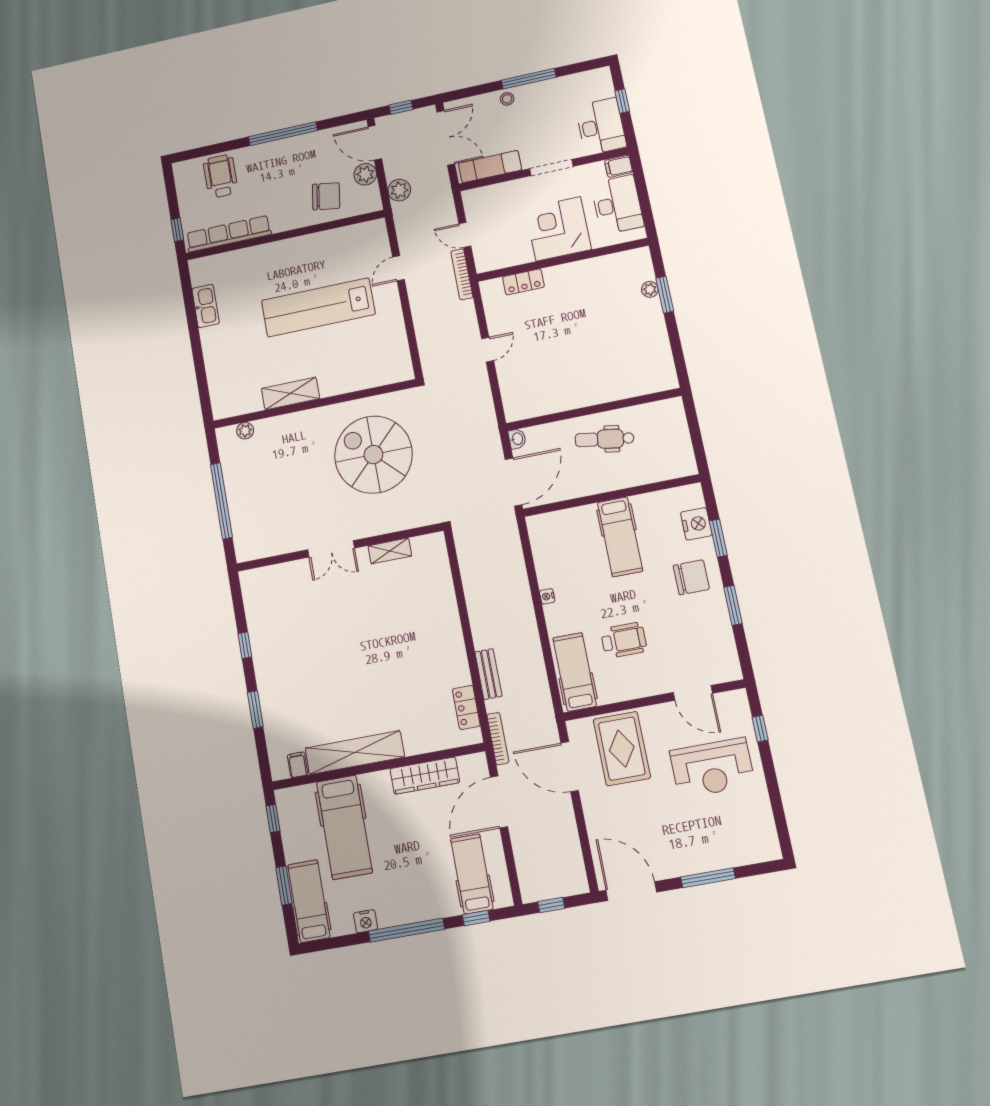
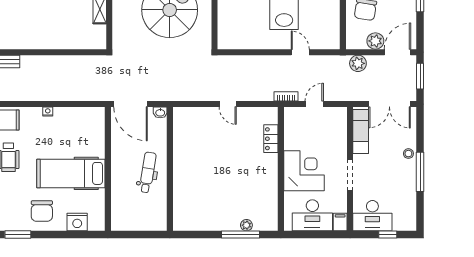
window: (401, 107) -> (420, 76), width x1.50
bookcase: (462, 274) -> (286, 96), width x0.64
window: (665, 295) -> (240, 235), width x1.44
hospital bed: (620, 537) -> (71, 173), width x1.37, depth x1.29
window: (718, 538) -> (65, 235), removed

